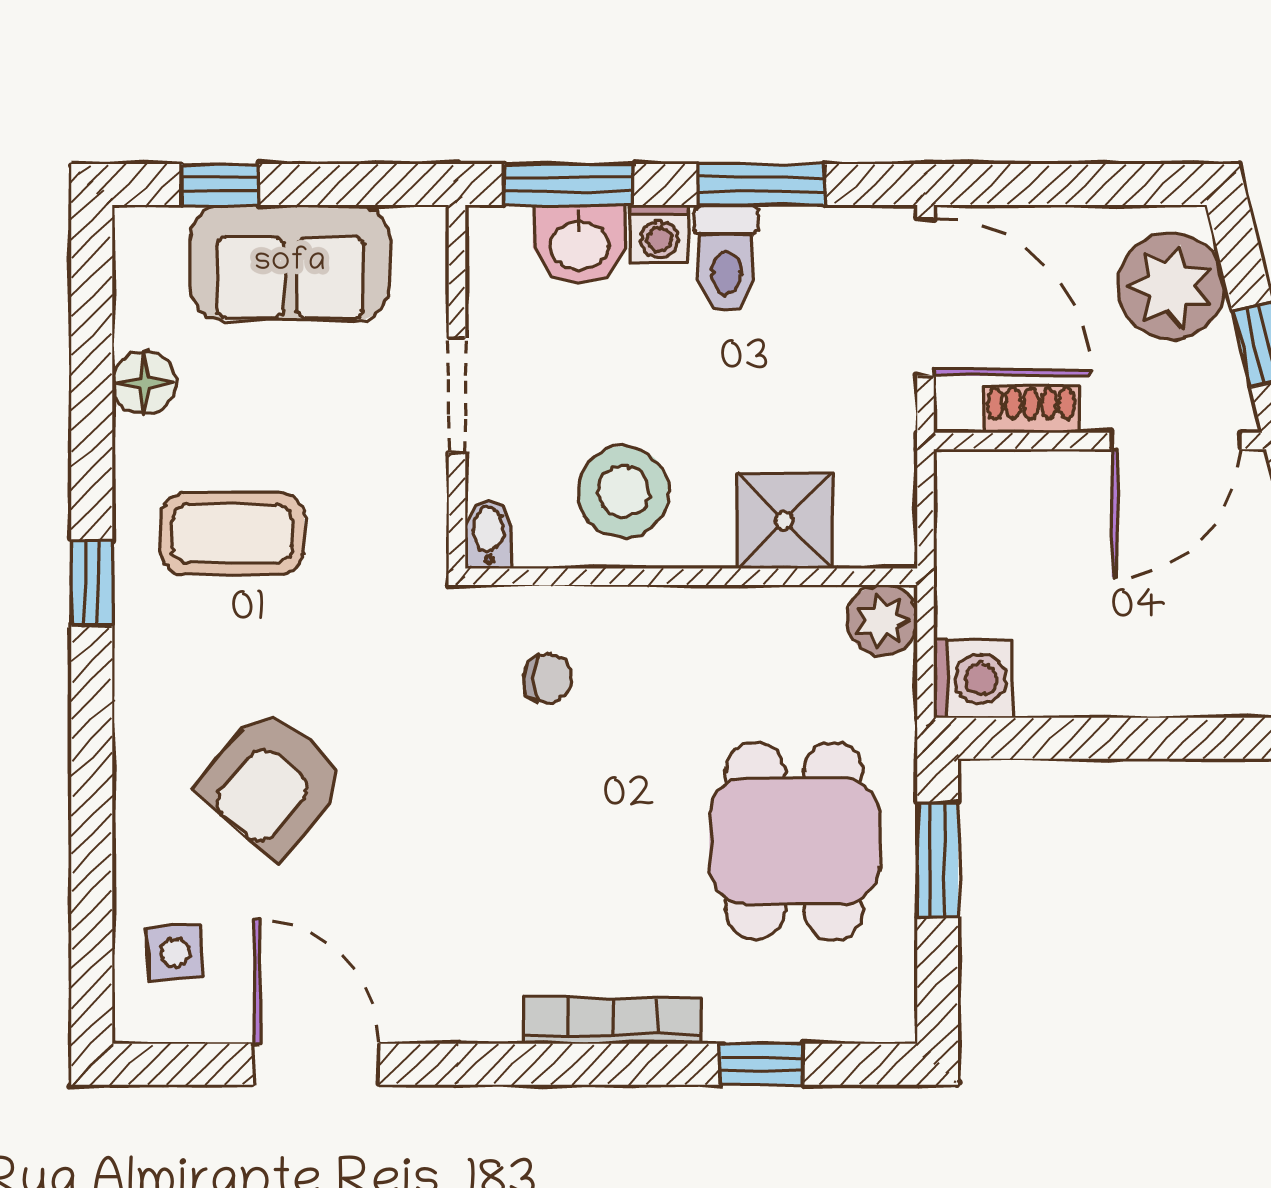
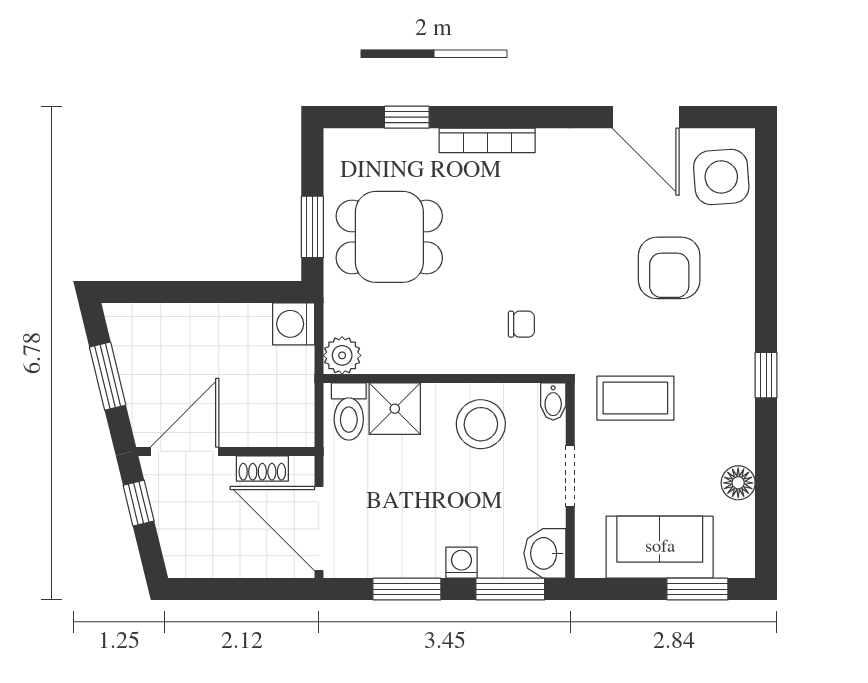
window: (220, 184) -> (697, 589), width x1.50
washbasin: (579, 244) -> (545, 553), moved, turned -90
toilet: (726, 258) -> (349, 412), moved, turned 180
plant: (1171, 286) -> (187, 534), removed
coffee table: (232, 534) -> (635, 398), moved
chair: (548, 678) -> (521, 324), turned 180
armchair: (272, 783) -> (669, 268), turned 139
dining table: (794, 841) -> (389, 237), turned 90
side table: (175, 953) -> (721, 177), width x1.87, depth x1.87

